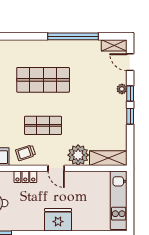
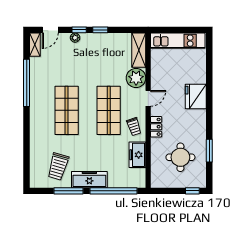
shop shelf: (43, 125) -> (109, 110), width x1.43, depth x1.36

